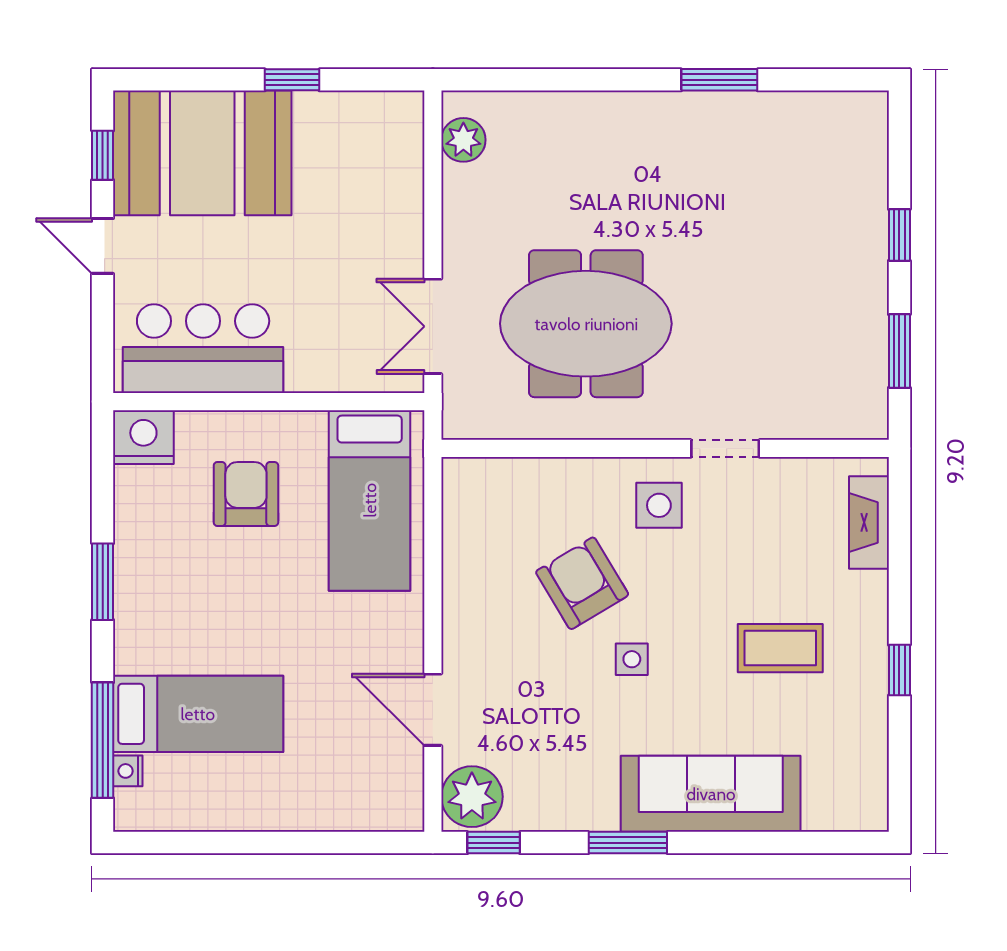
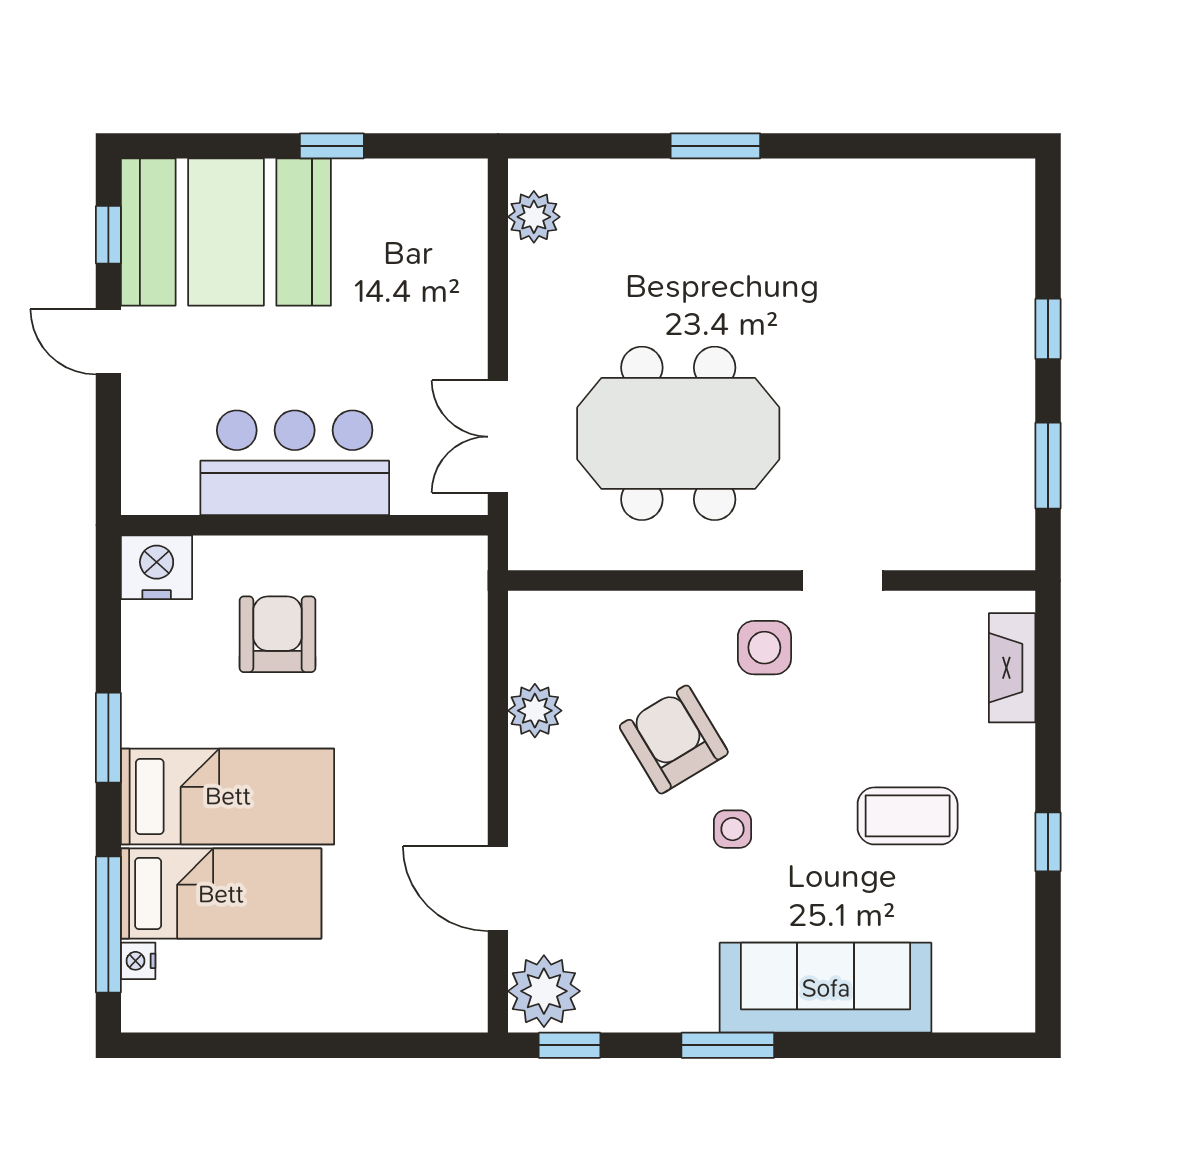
window: (719, 80) -> (715, 146), moved
bar counter: (203, 349) -> (295, 463), moved
bed: (370, 500) -> (228, 796), moved, turned -90
plant: (464, 559) -> (535, 711), added

